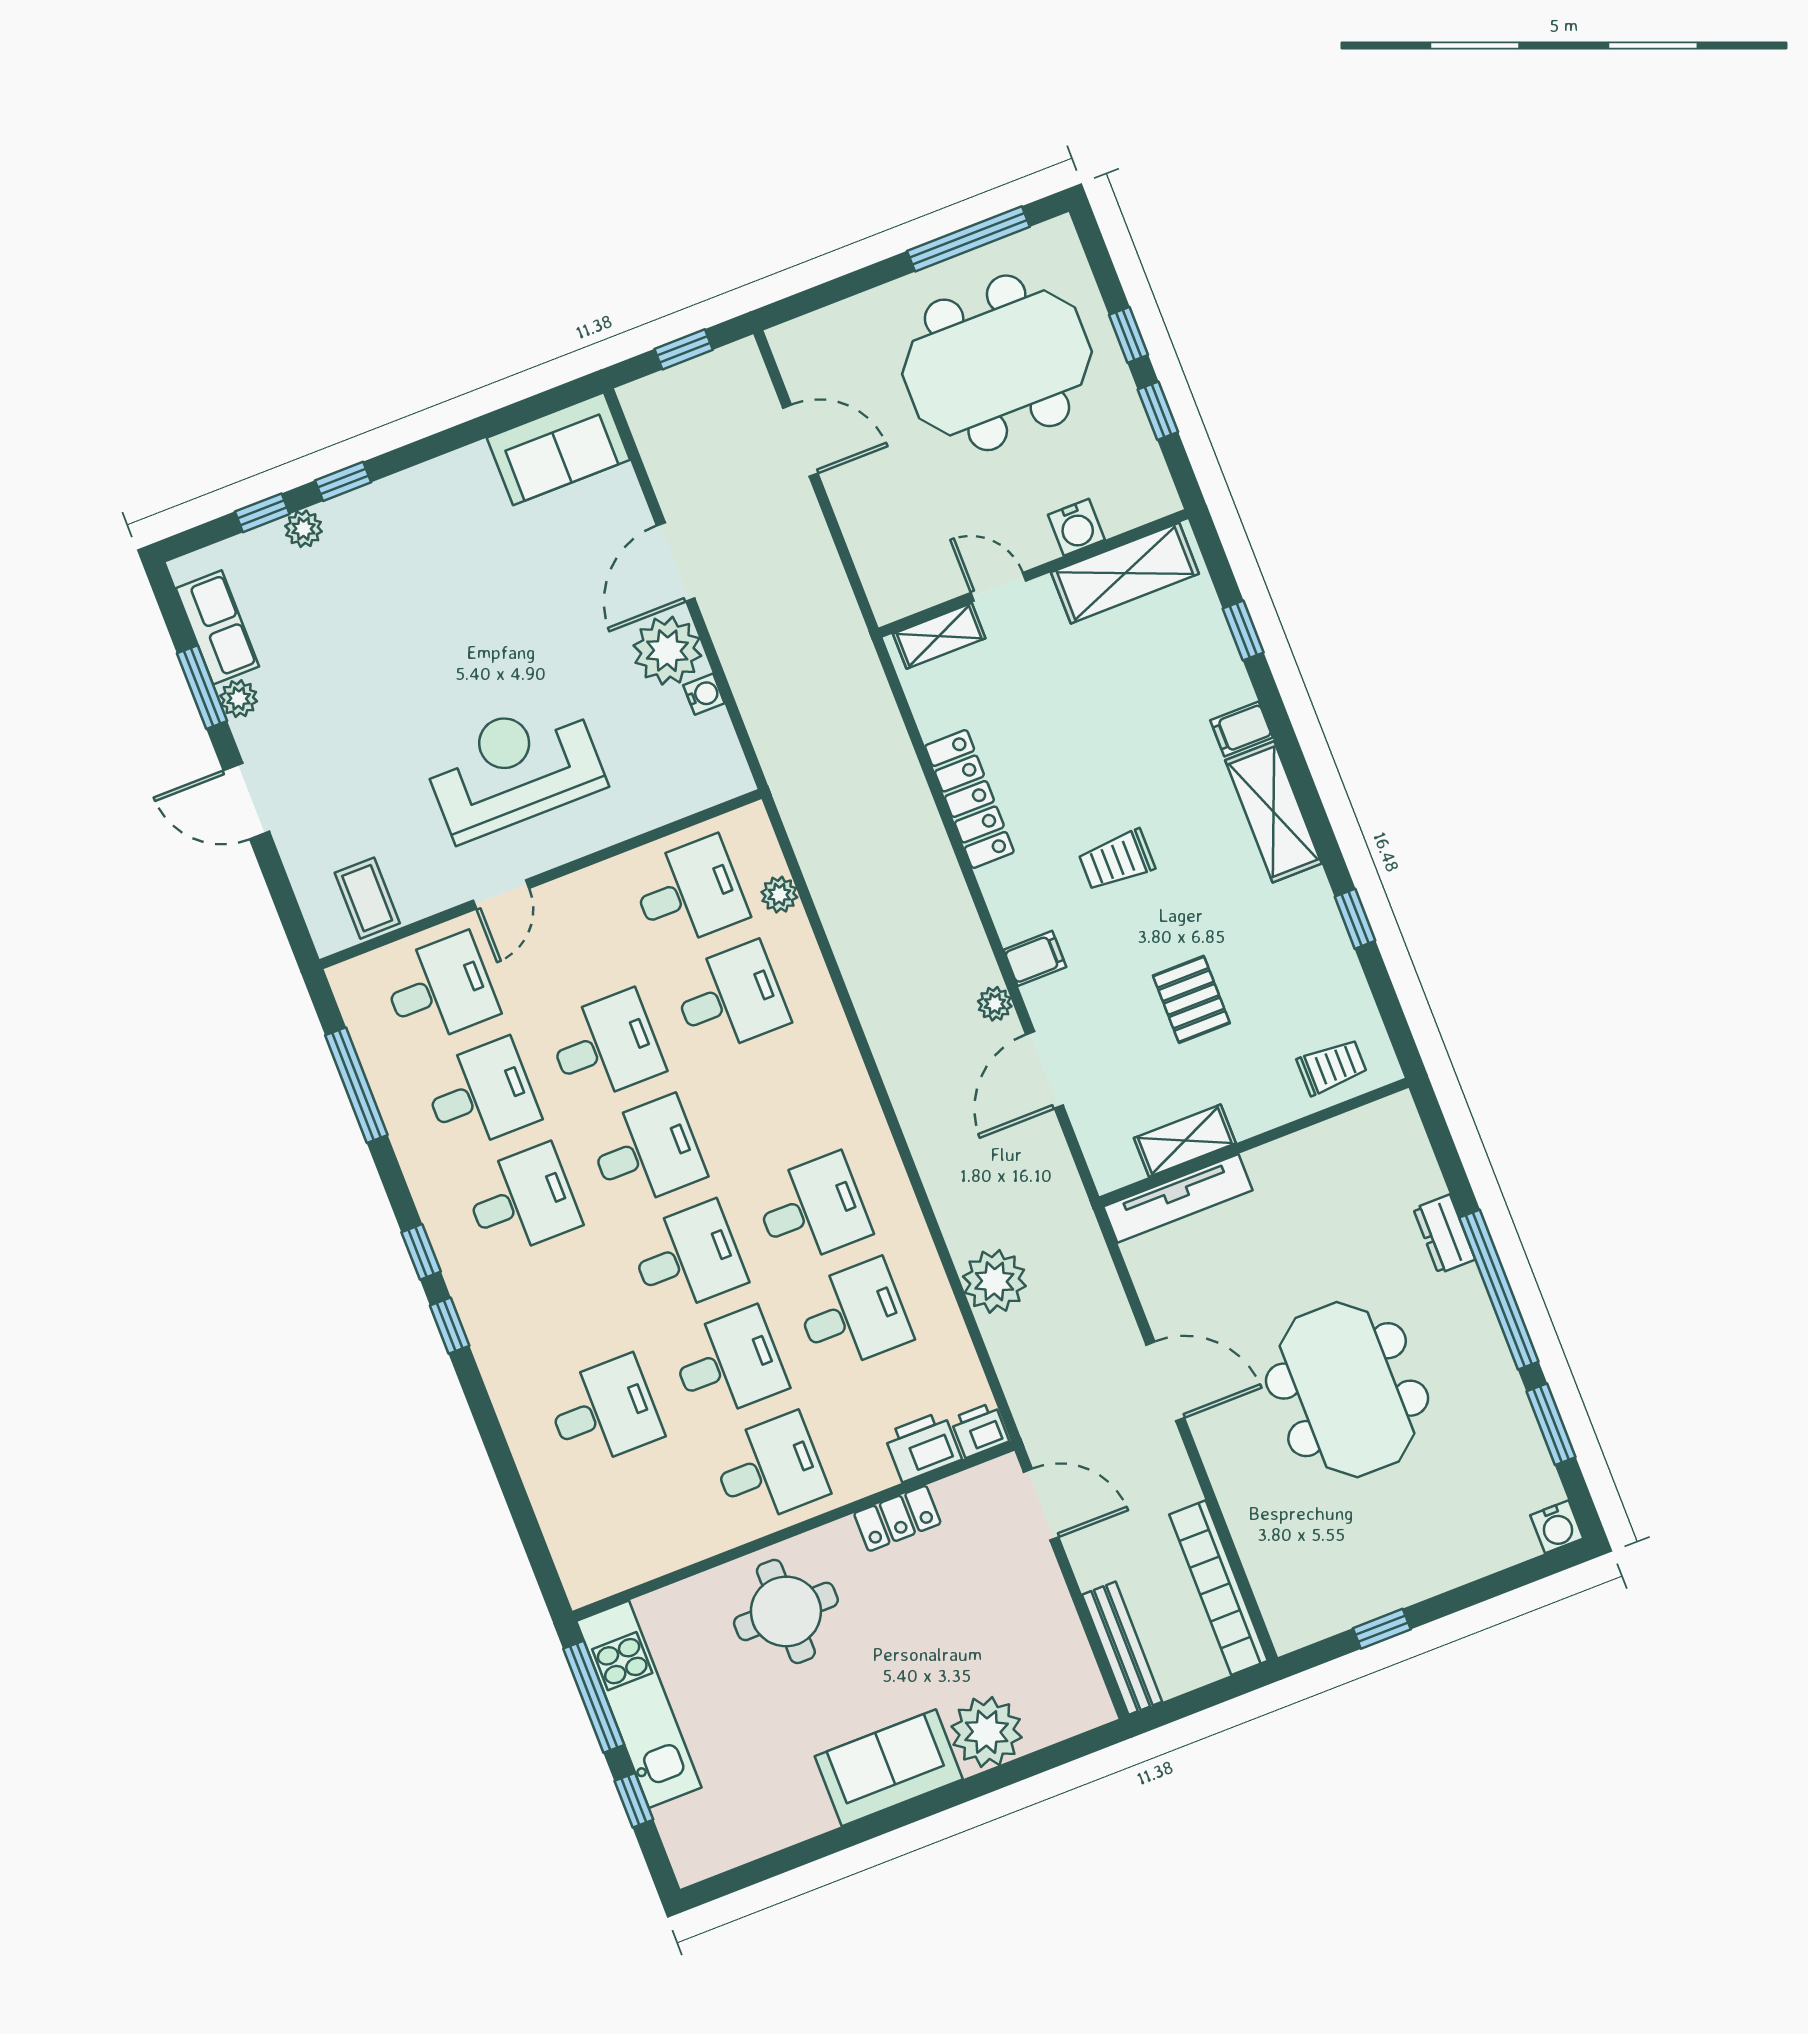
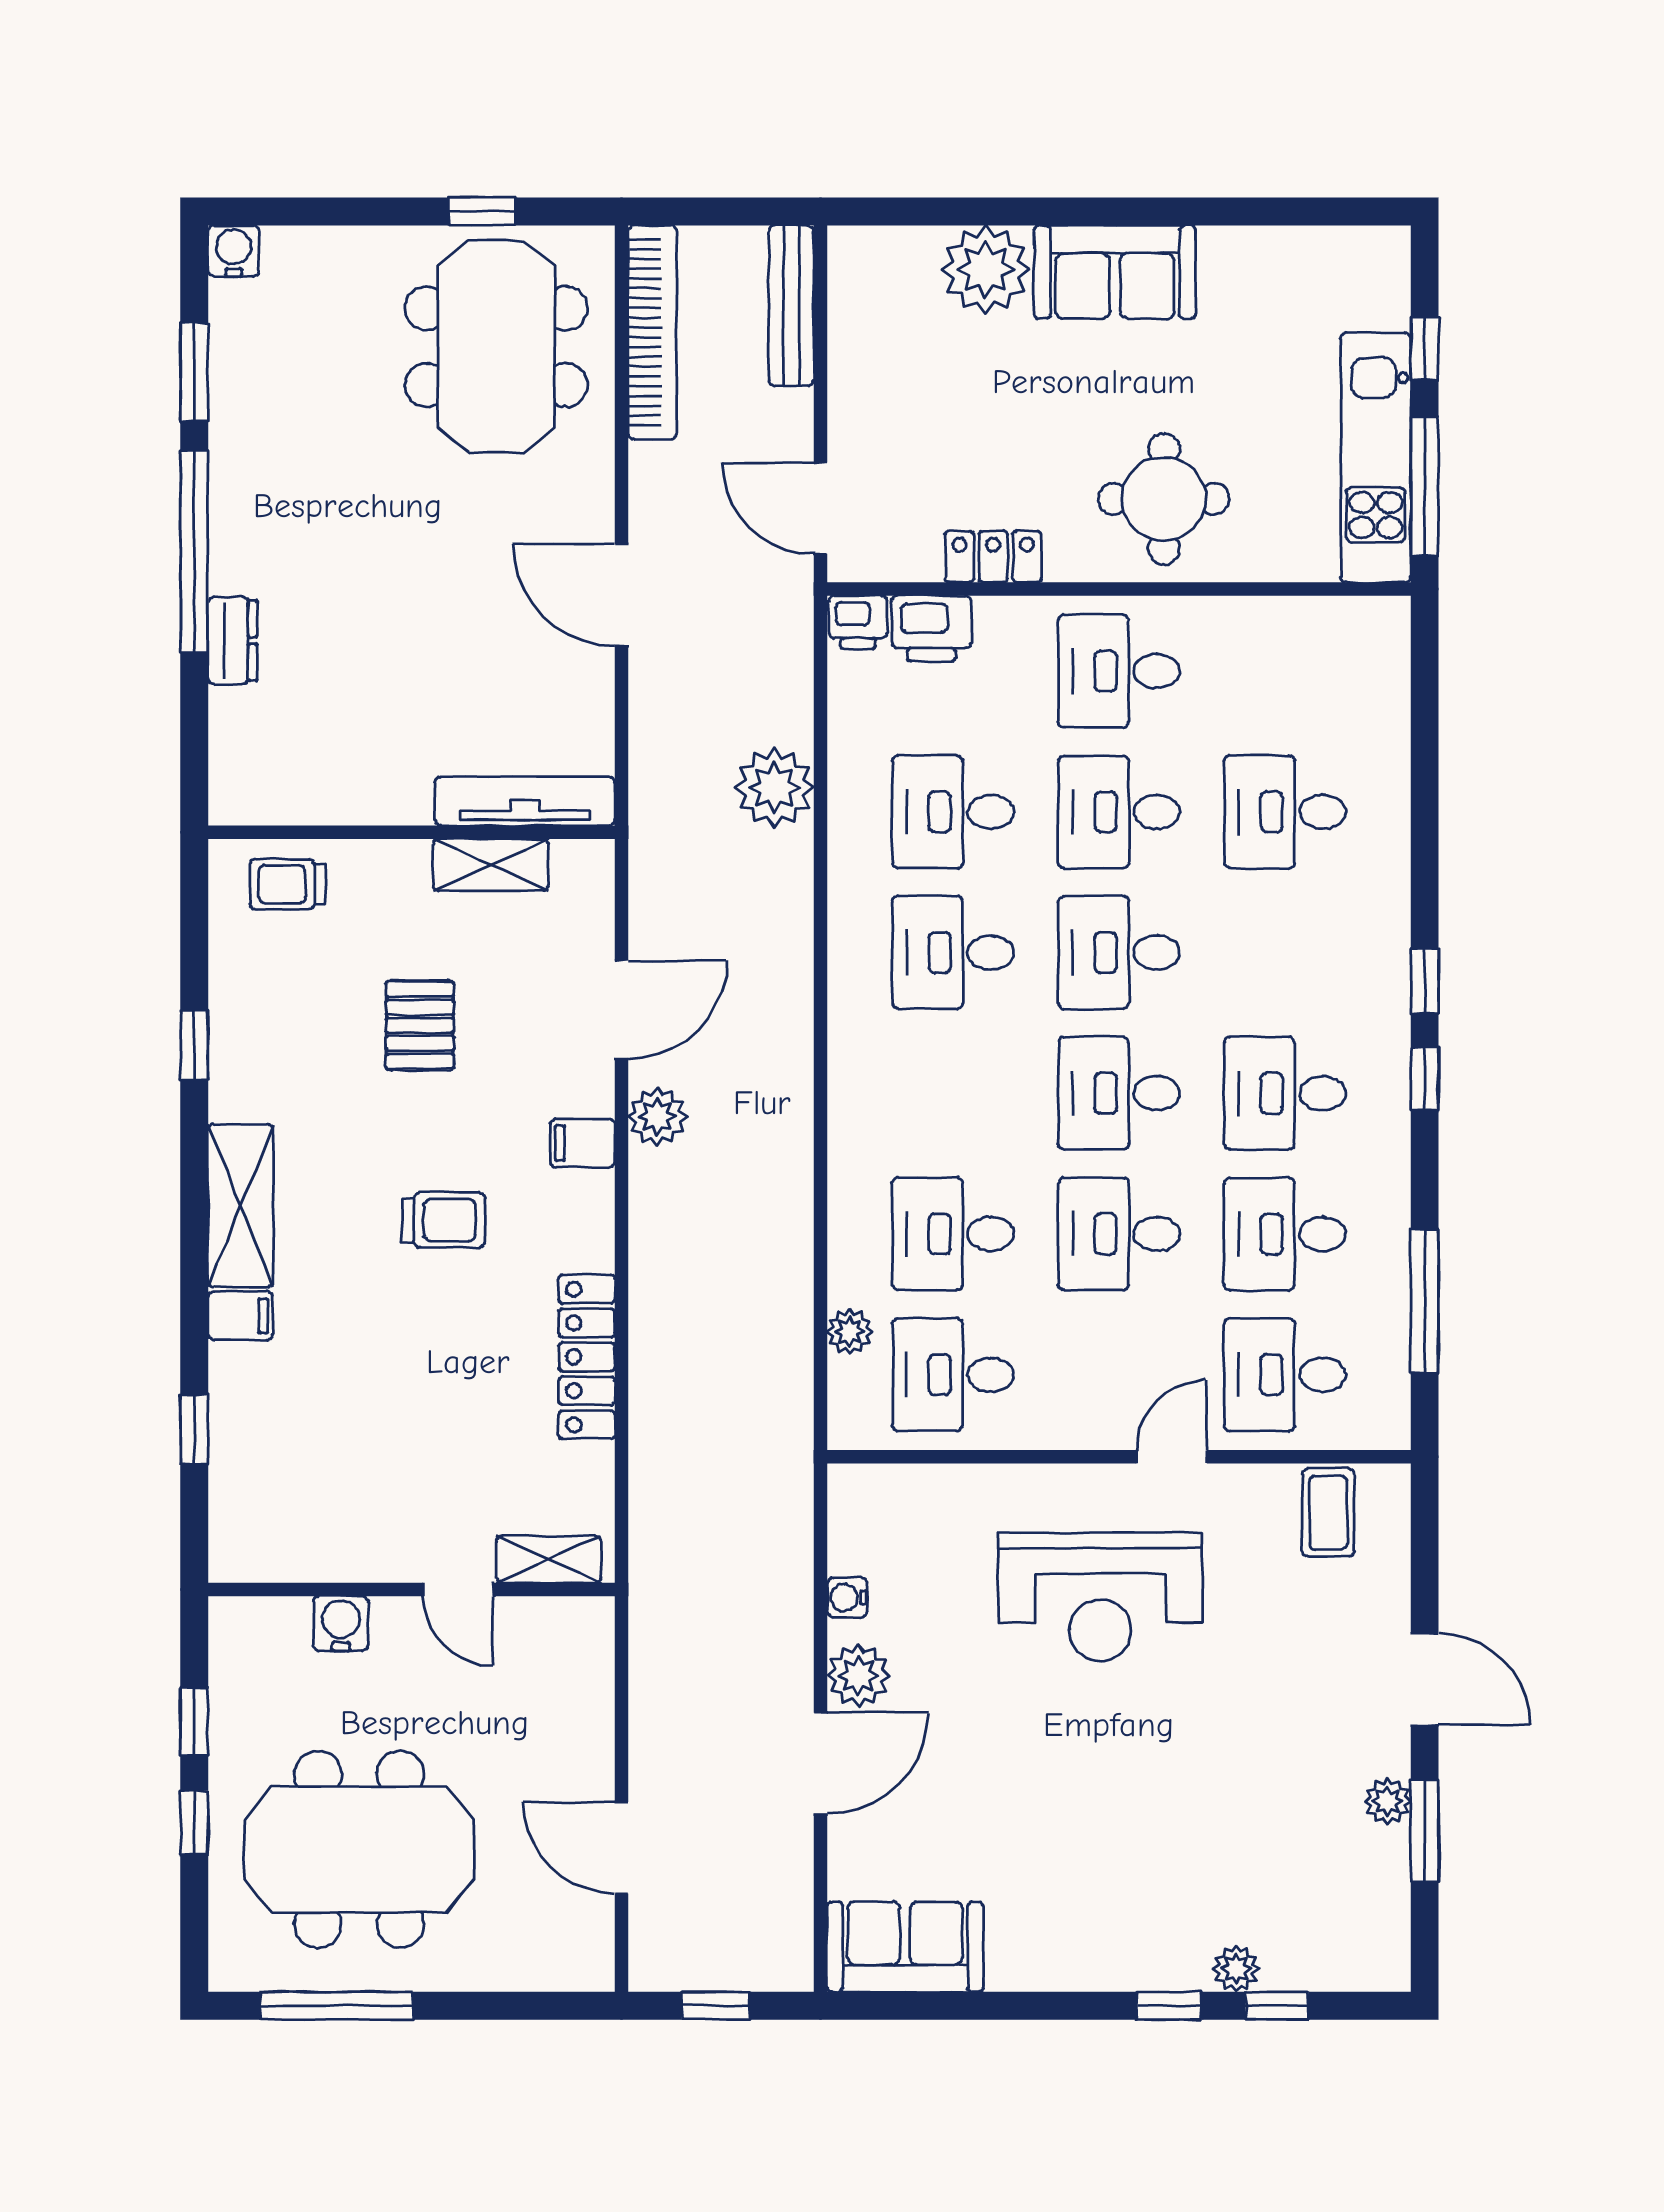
shelving: (1125, 573) -> (305, 1549), removed
row of seats: (217, 627) -> (1380, 1893), removed
plant: (667, 651) -> (858, 1676), width x0.73, depth x0.73
plant: (995, 1004) -> (657, 1116), width x1.38, depth x1.38
meeting table: (1347, 1390) -> (496, 347), moved

